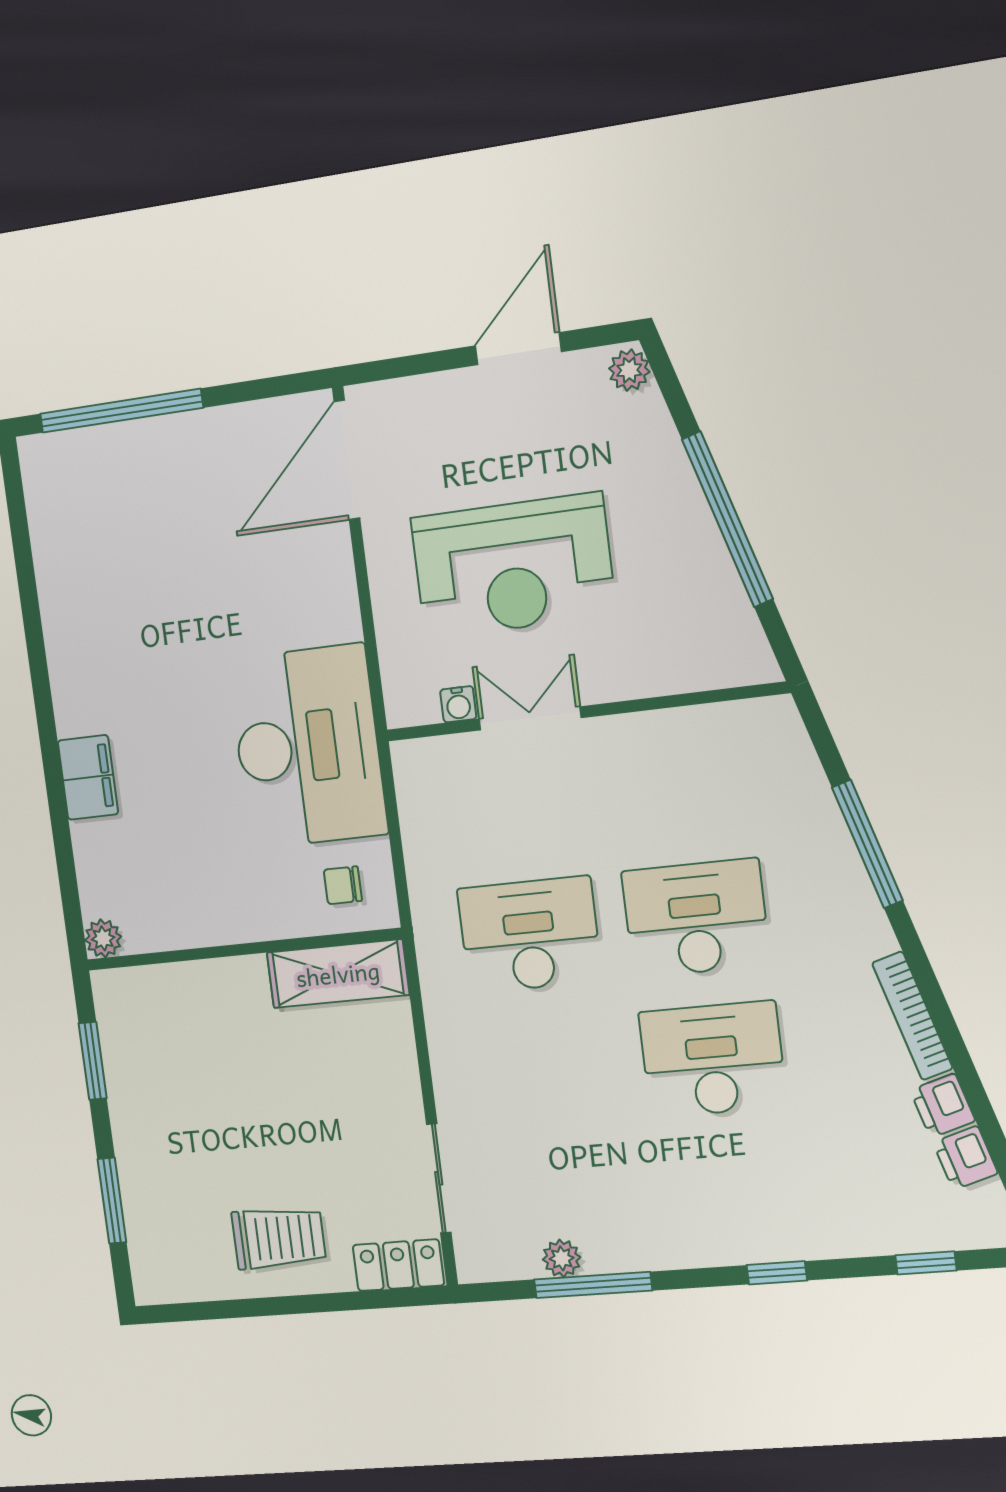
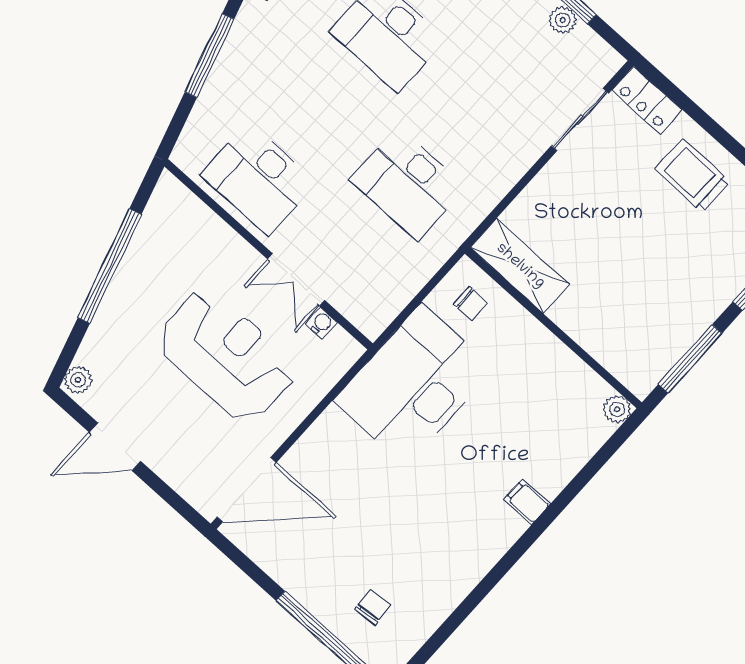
chair: (109, 491) -> (373, 607), added
filing cabinet: (88, 777) -> (527, 502), width x0.50
desk: (696, 918) -> (258, 179), moved
window: (93, 1061) -> (690, 359), width x1.44

